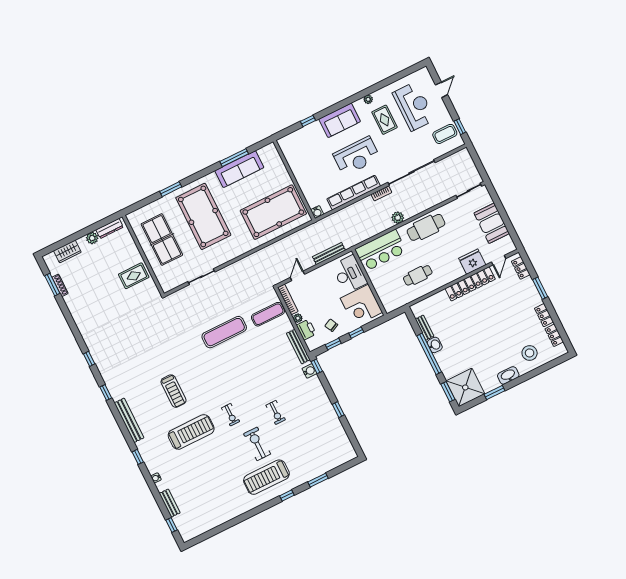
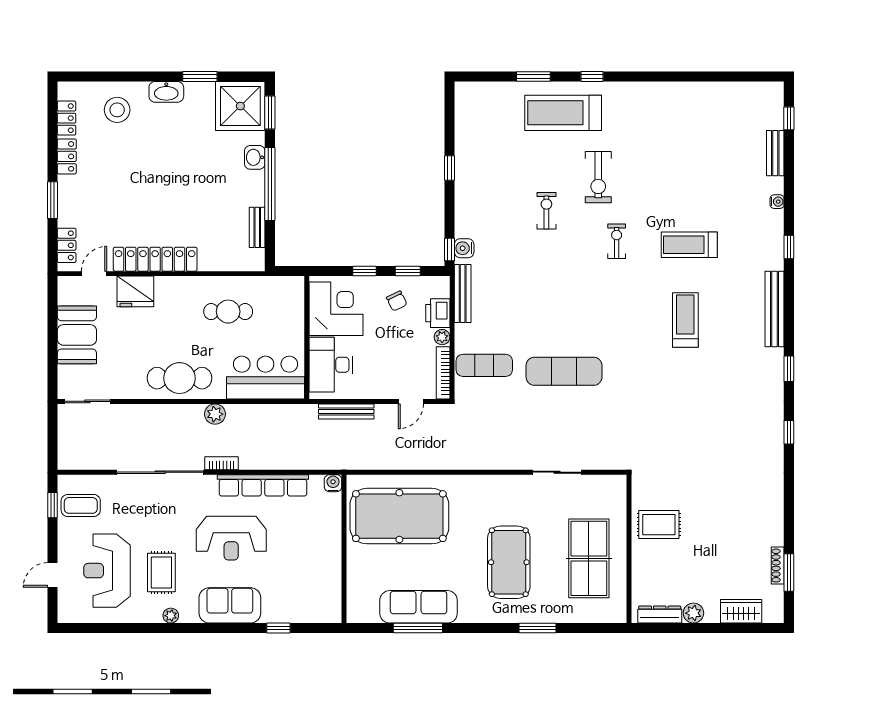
reception desk: (357, 156) -> (231, 538), turned 180
pool table: (203, 216) -> (509, 562), width x0.73, depth x0.76
washbasin: (435, 345) -> (255, 157), moved
treadmill: (191, 432) -> (689, 245), width x0.73, depth x0.73
treadmill: (266, 477) -> (563, 113), moved, turned 180

